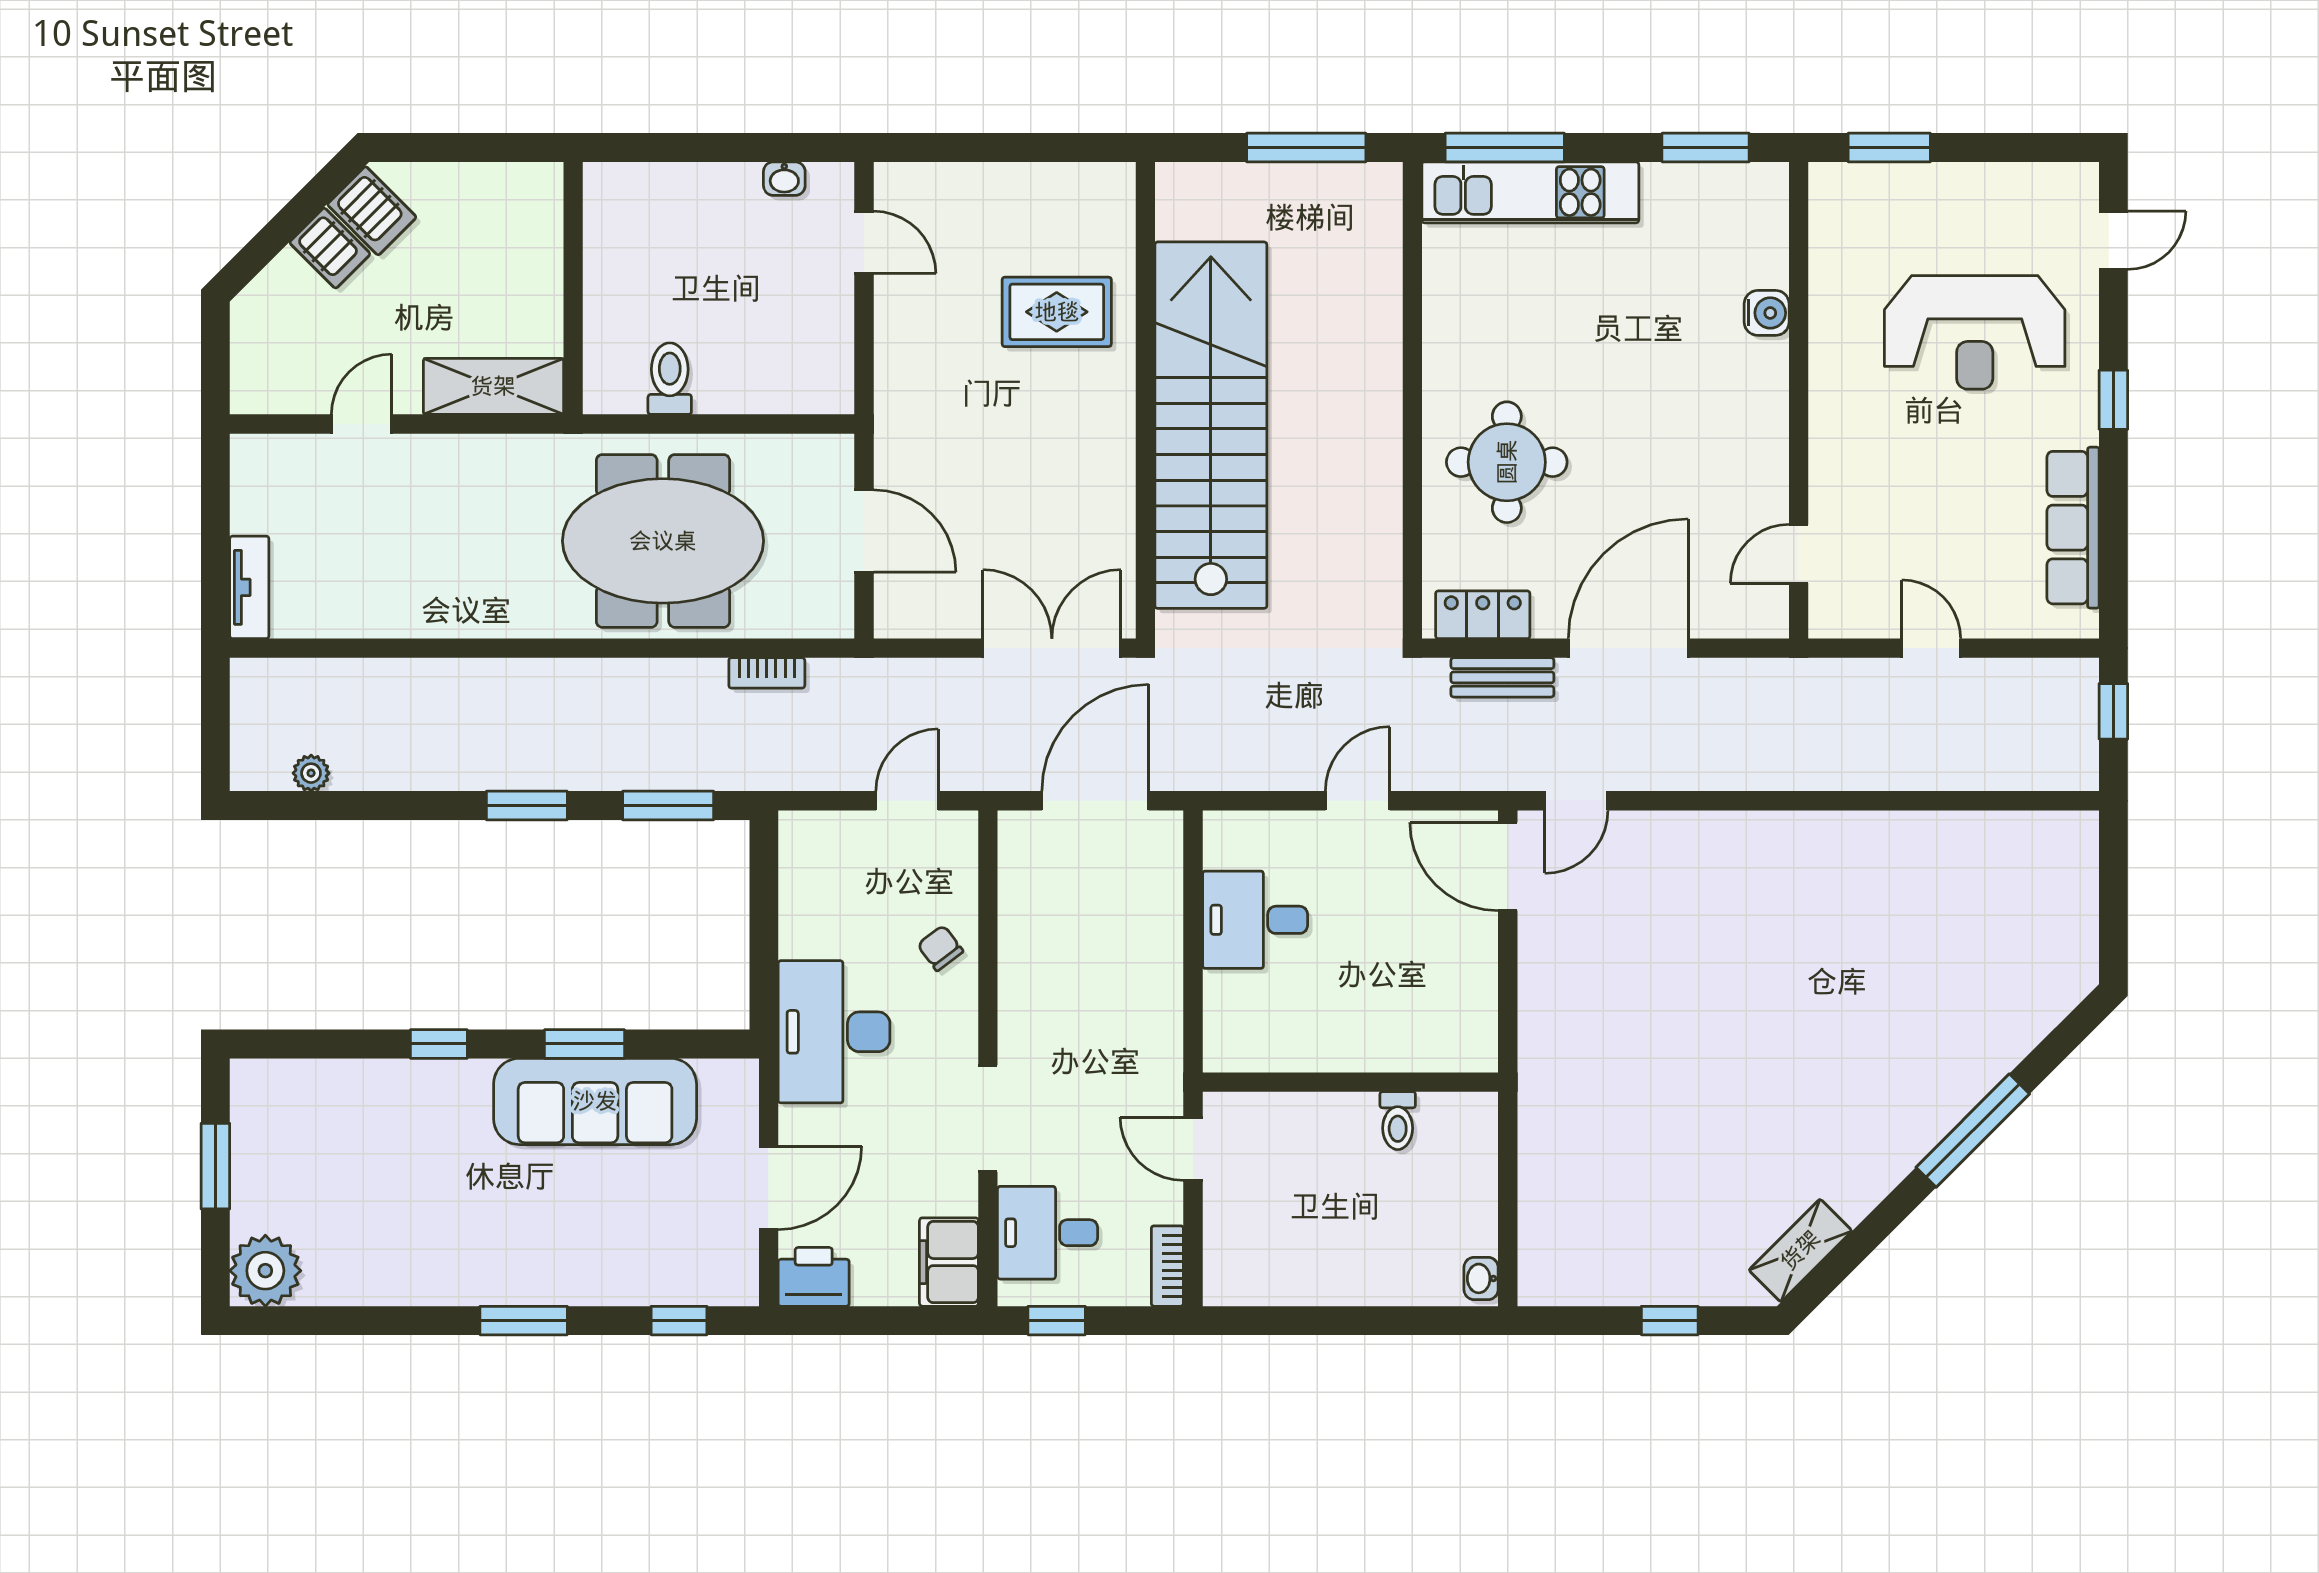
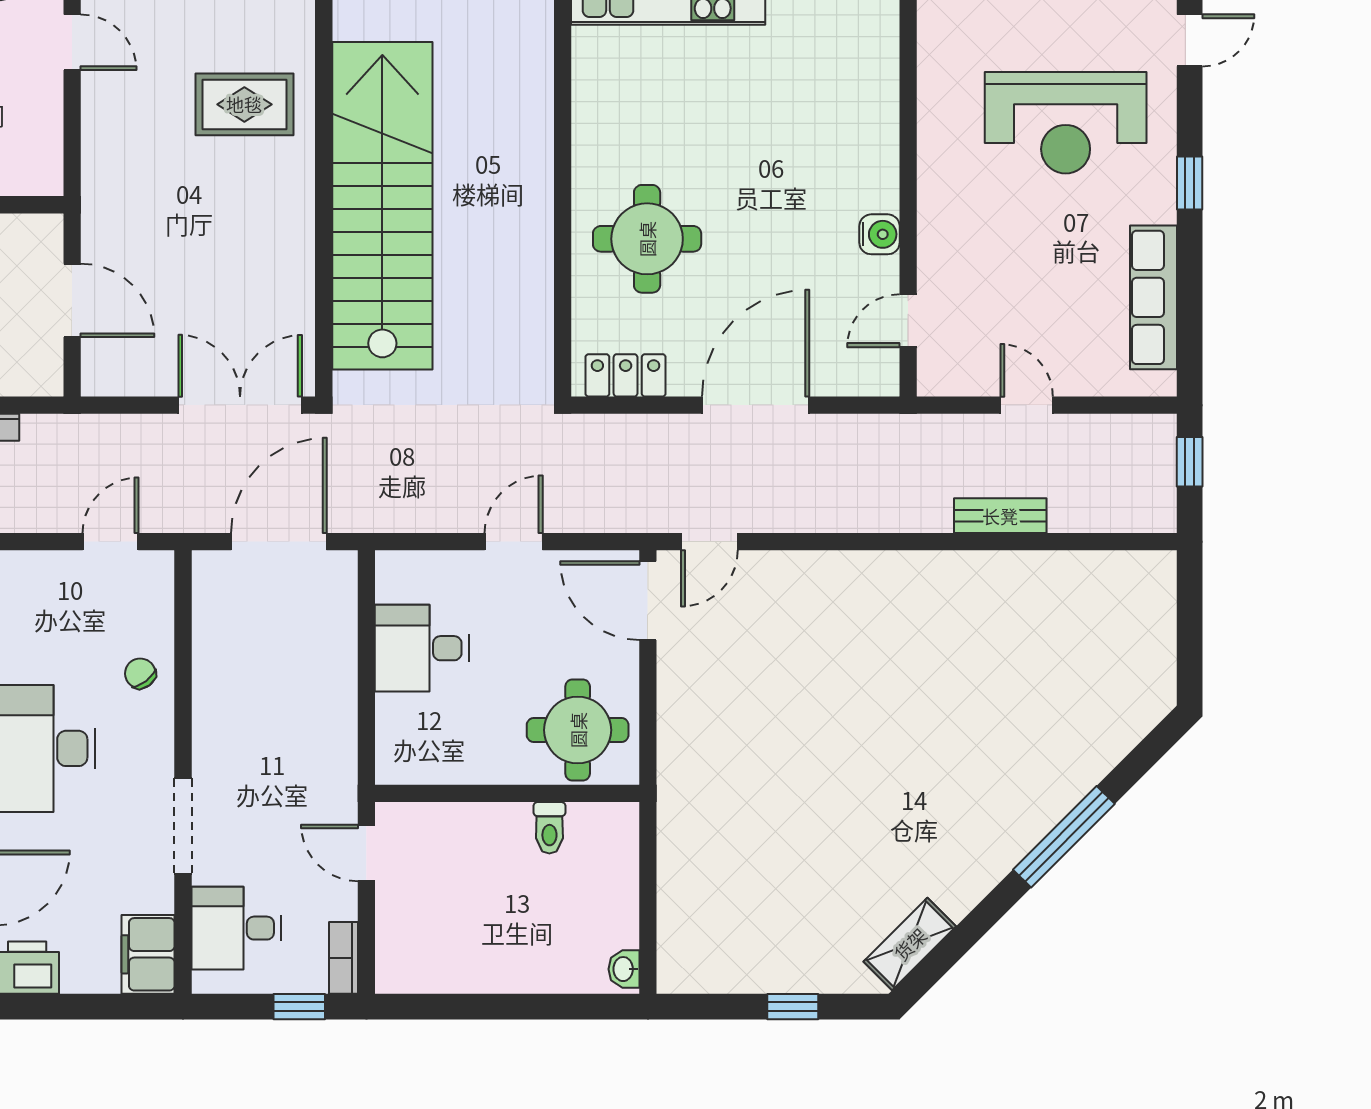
water cooler: (1767, 313) -> (880, 234), moved
bench: (1502, 677) -> (1000, 516), moved
round table: (1429, 1011) -> (578, 730), added
window: (1057, 1321) -> (299, 1007), moved

